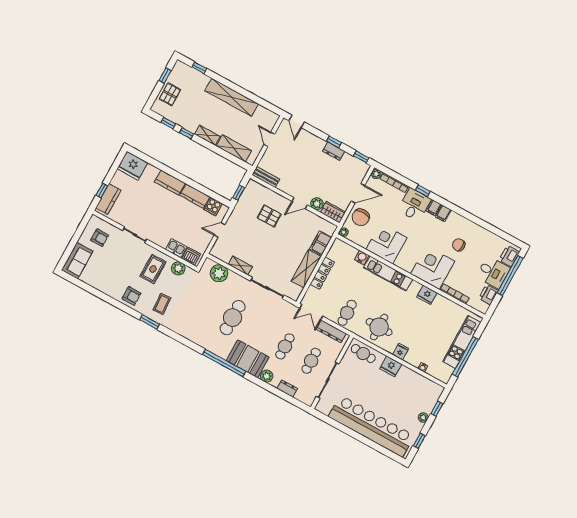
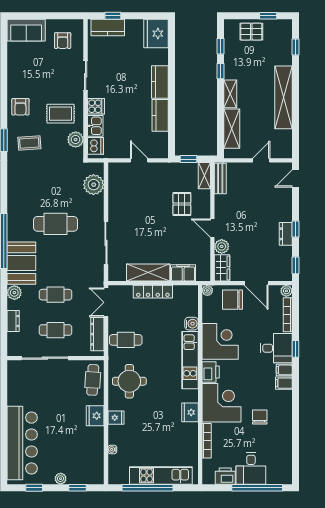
cooker: (213, 207) -> (96, 106), moved, turned 180
printer: (509, 256) -> (211, 372), moved, turned 90
shelving: (240, 265) -> (204, 176), moved
bar counter: (371, 426) -> (22, 443), width x0.73

